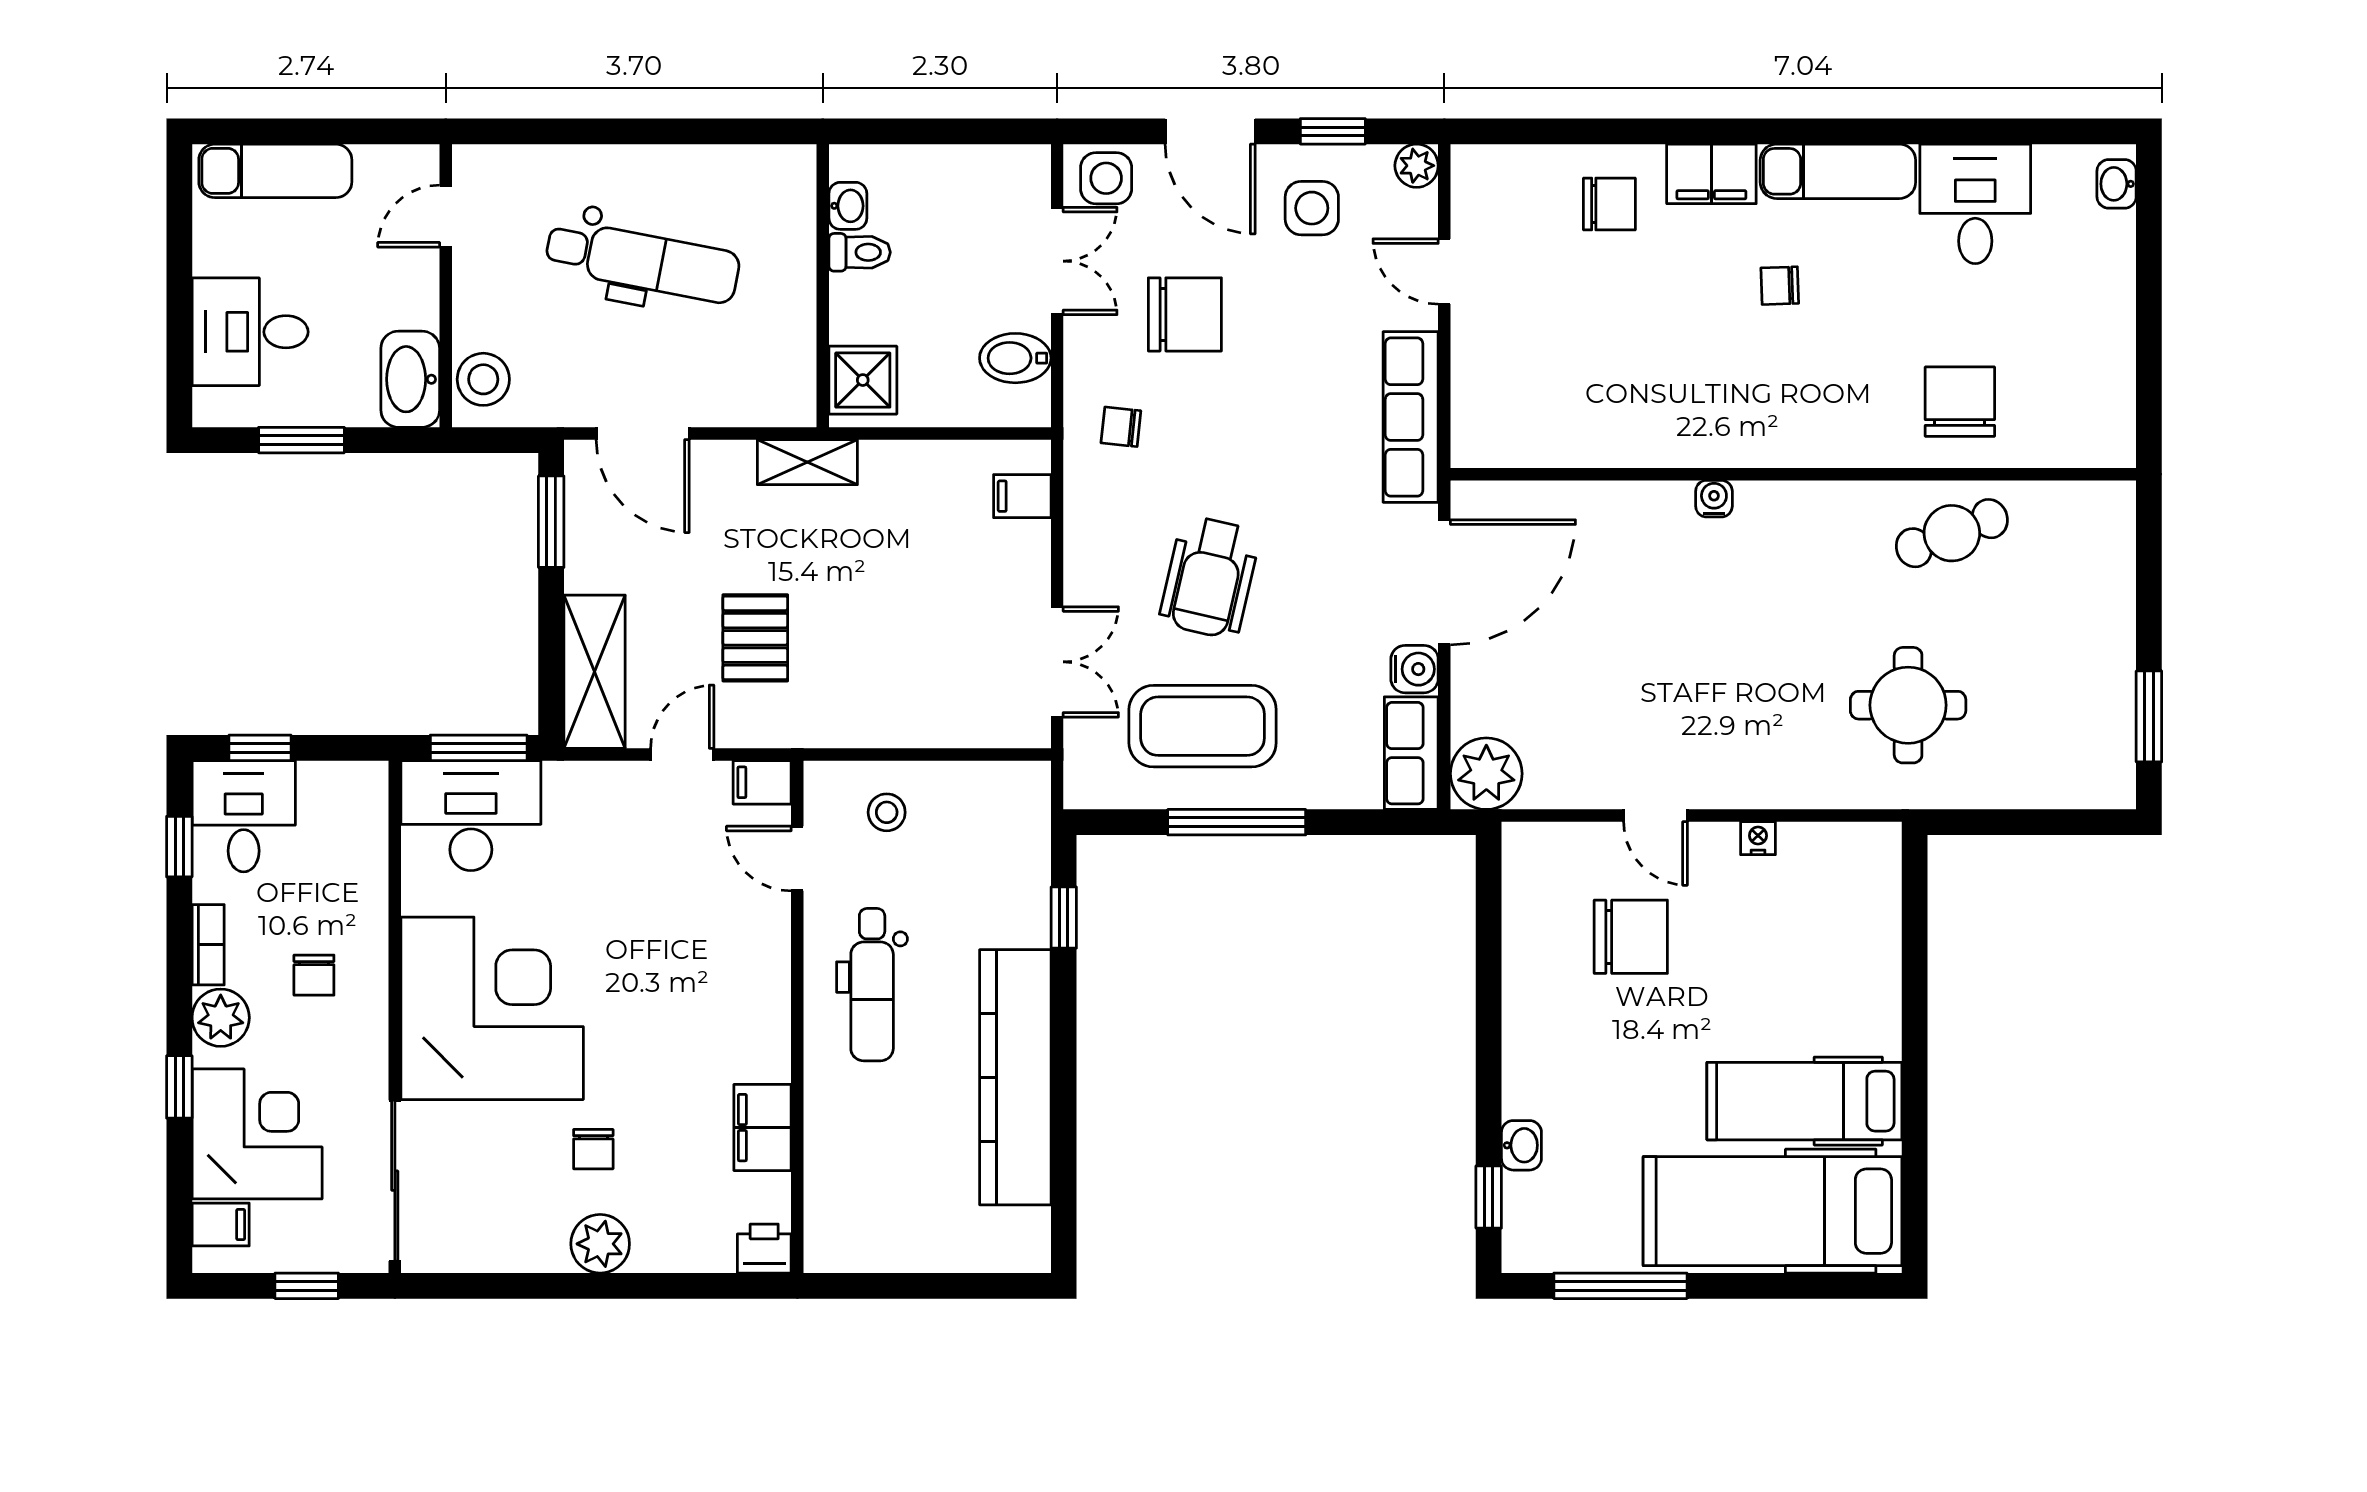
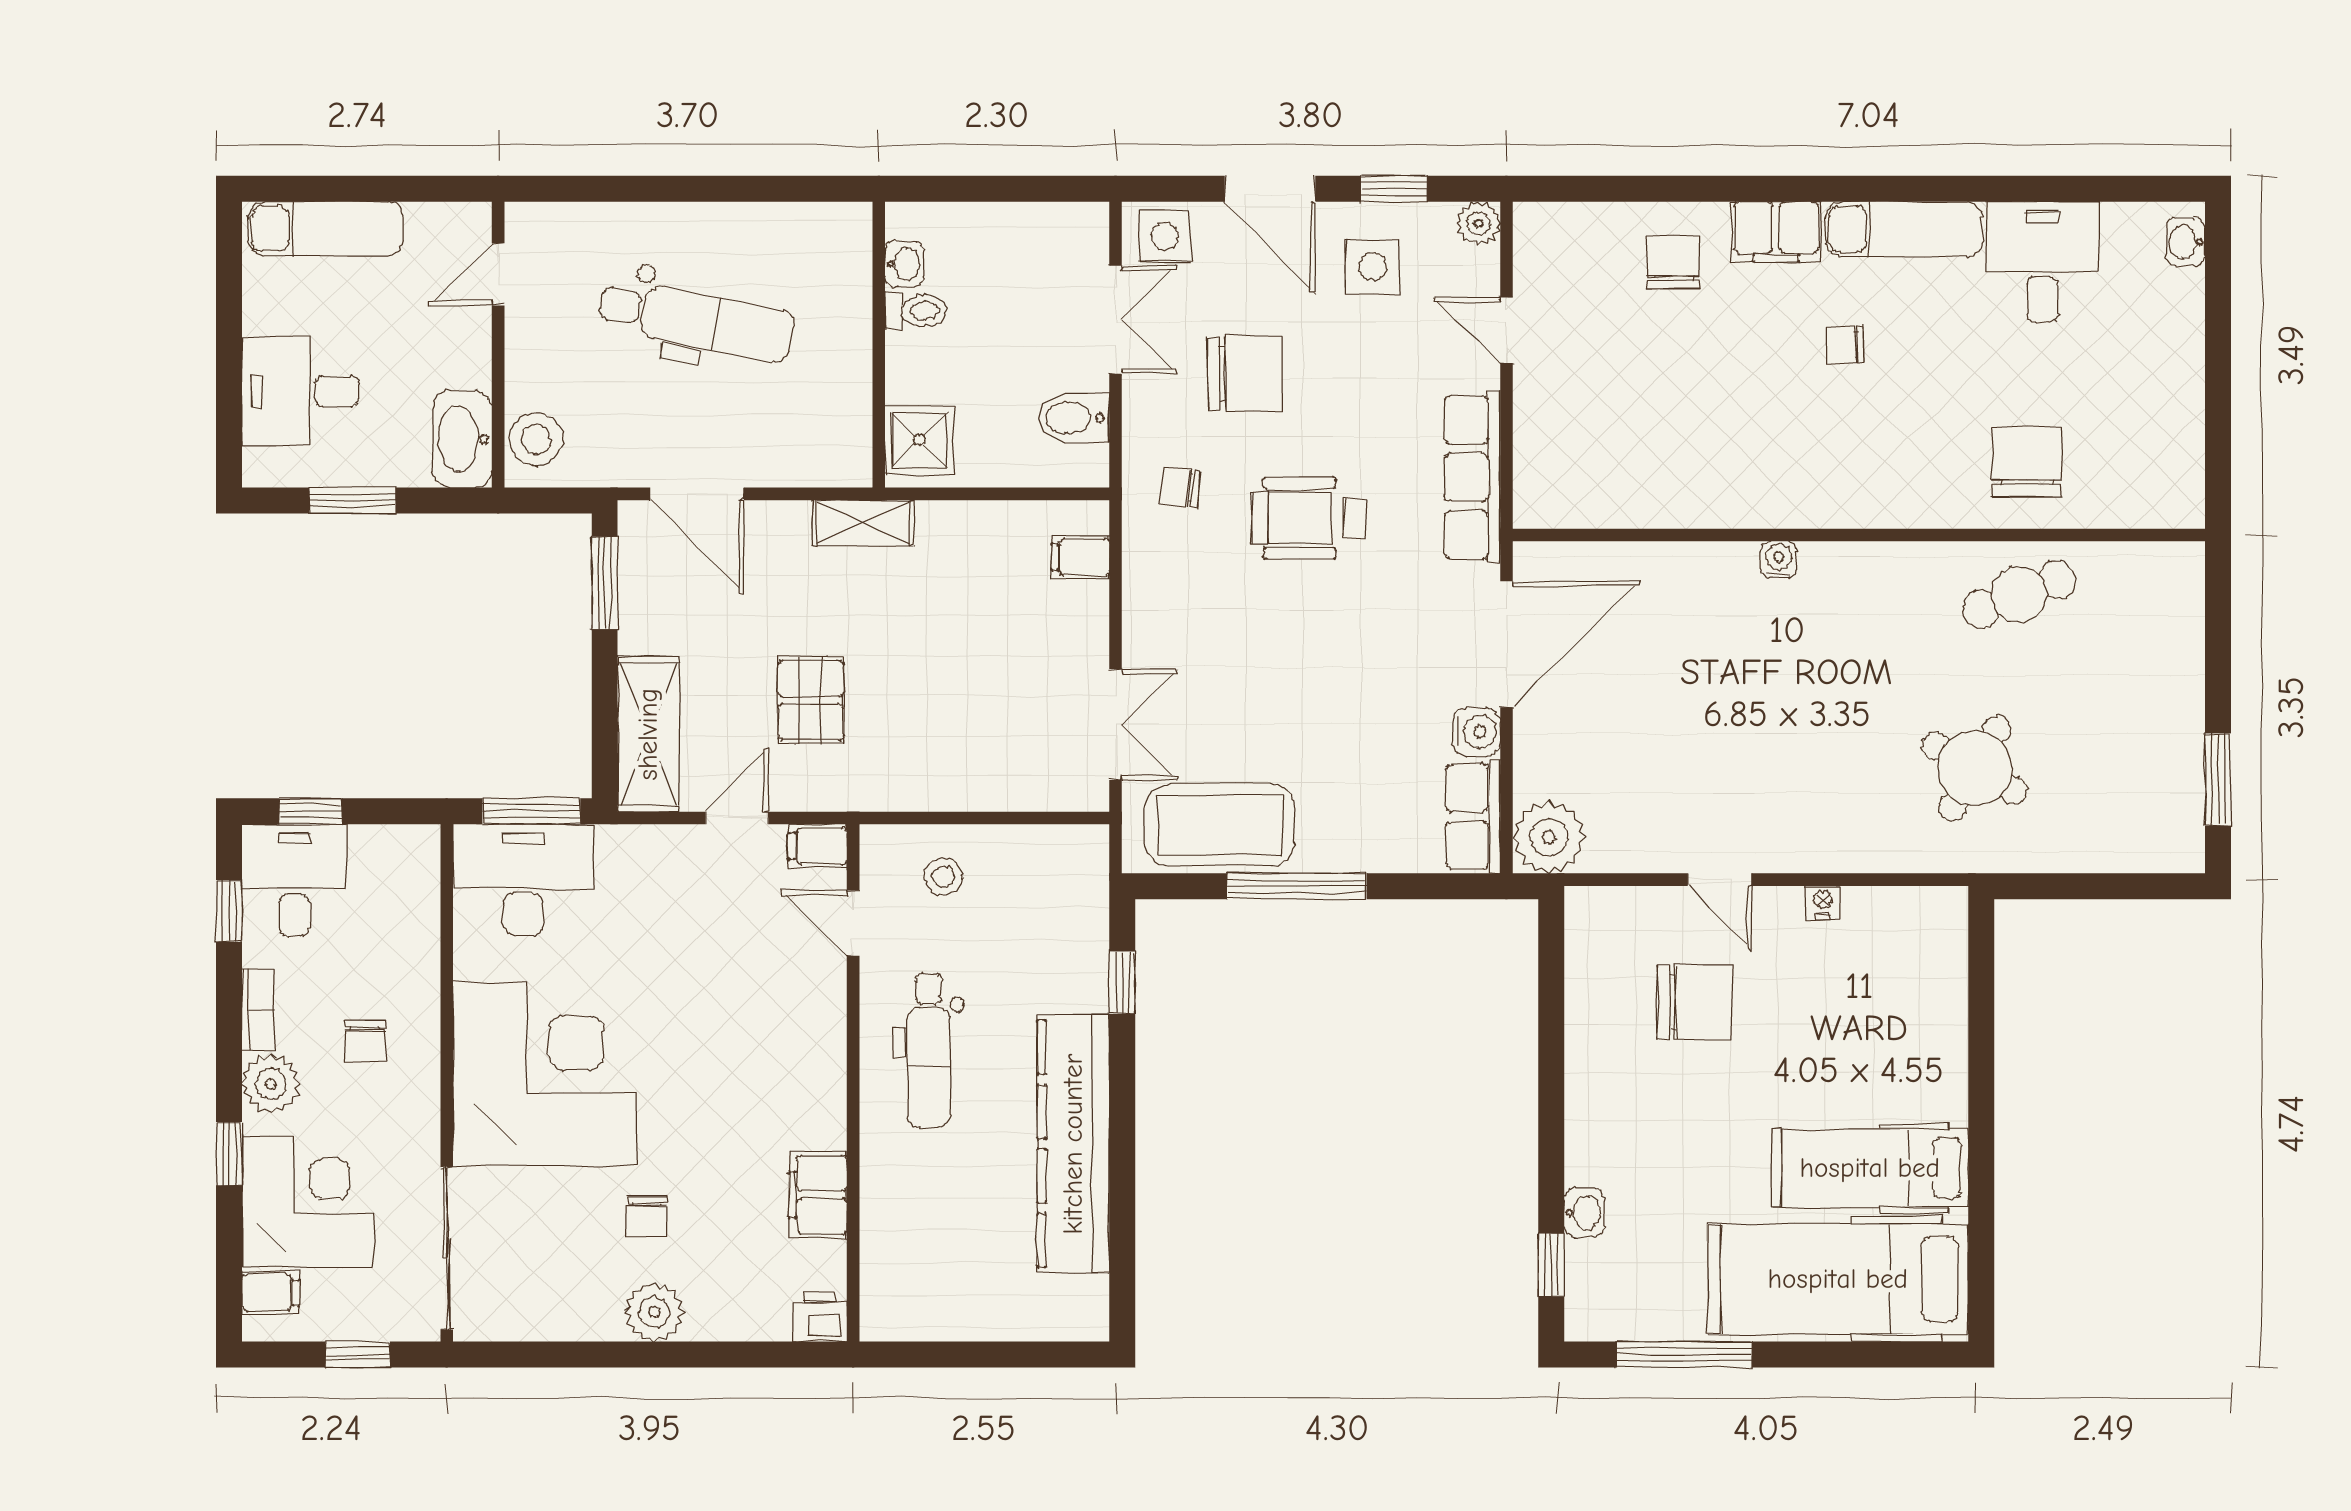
chair: (1609, 204) -> (1673, 262), turned -90
wheelchair: (1210, 577) -> (1309, 518), moved, turned 77
round table: (1908, 705) -> (1975, 768), turned 30
coffee table: (1203, 726) -> (1220, 825), moved

